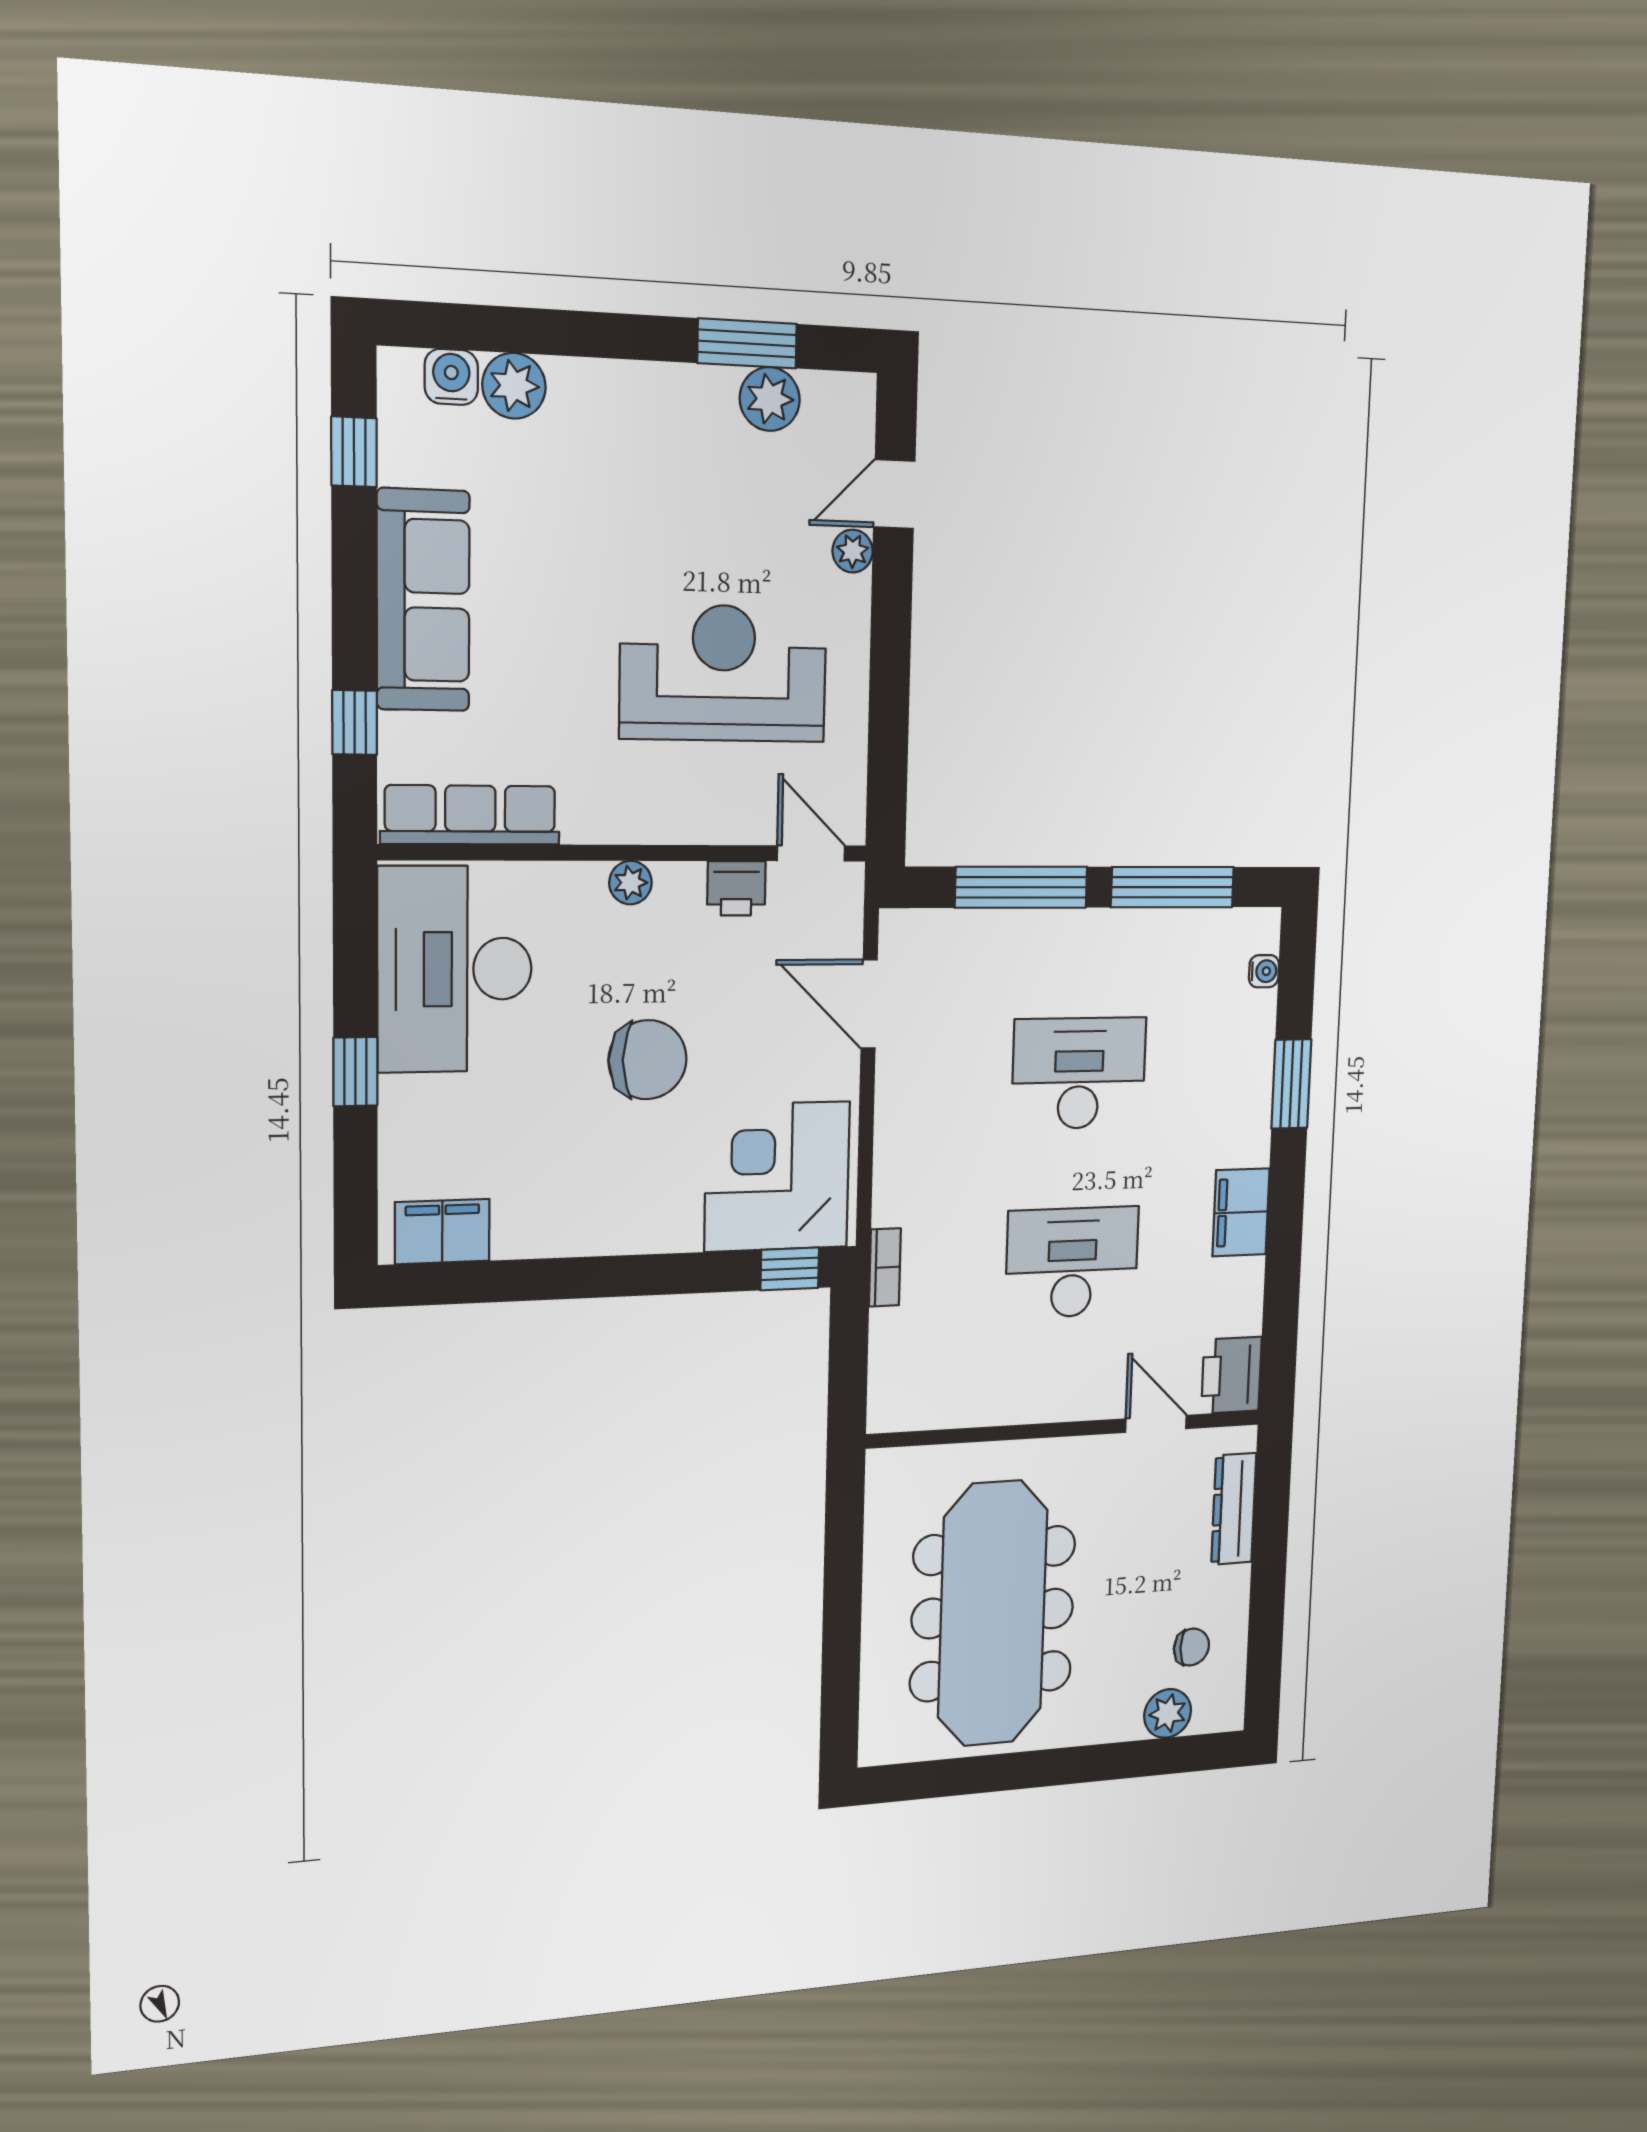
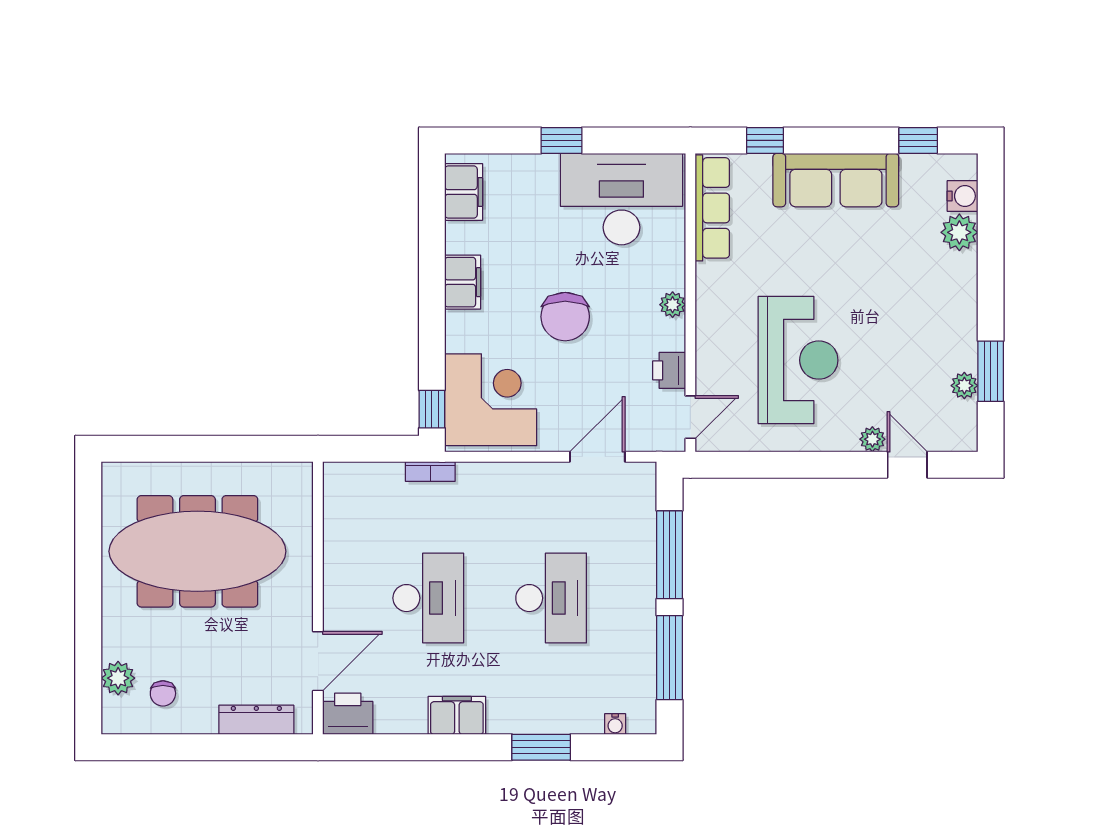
plant: (770, 399) -> (964, 386), width x0.73, depth x0.73
filing cabinet: (590, 1228) -> (463, 282), added
door: (1156, 1424) -> (318, 661), width x1.38

